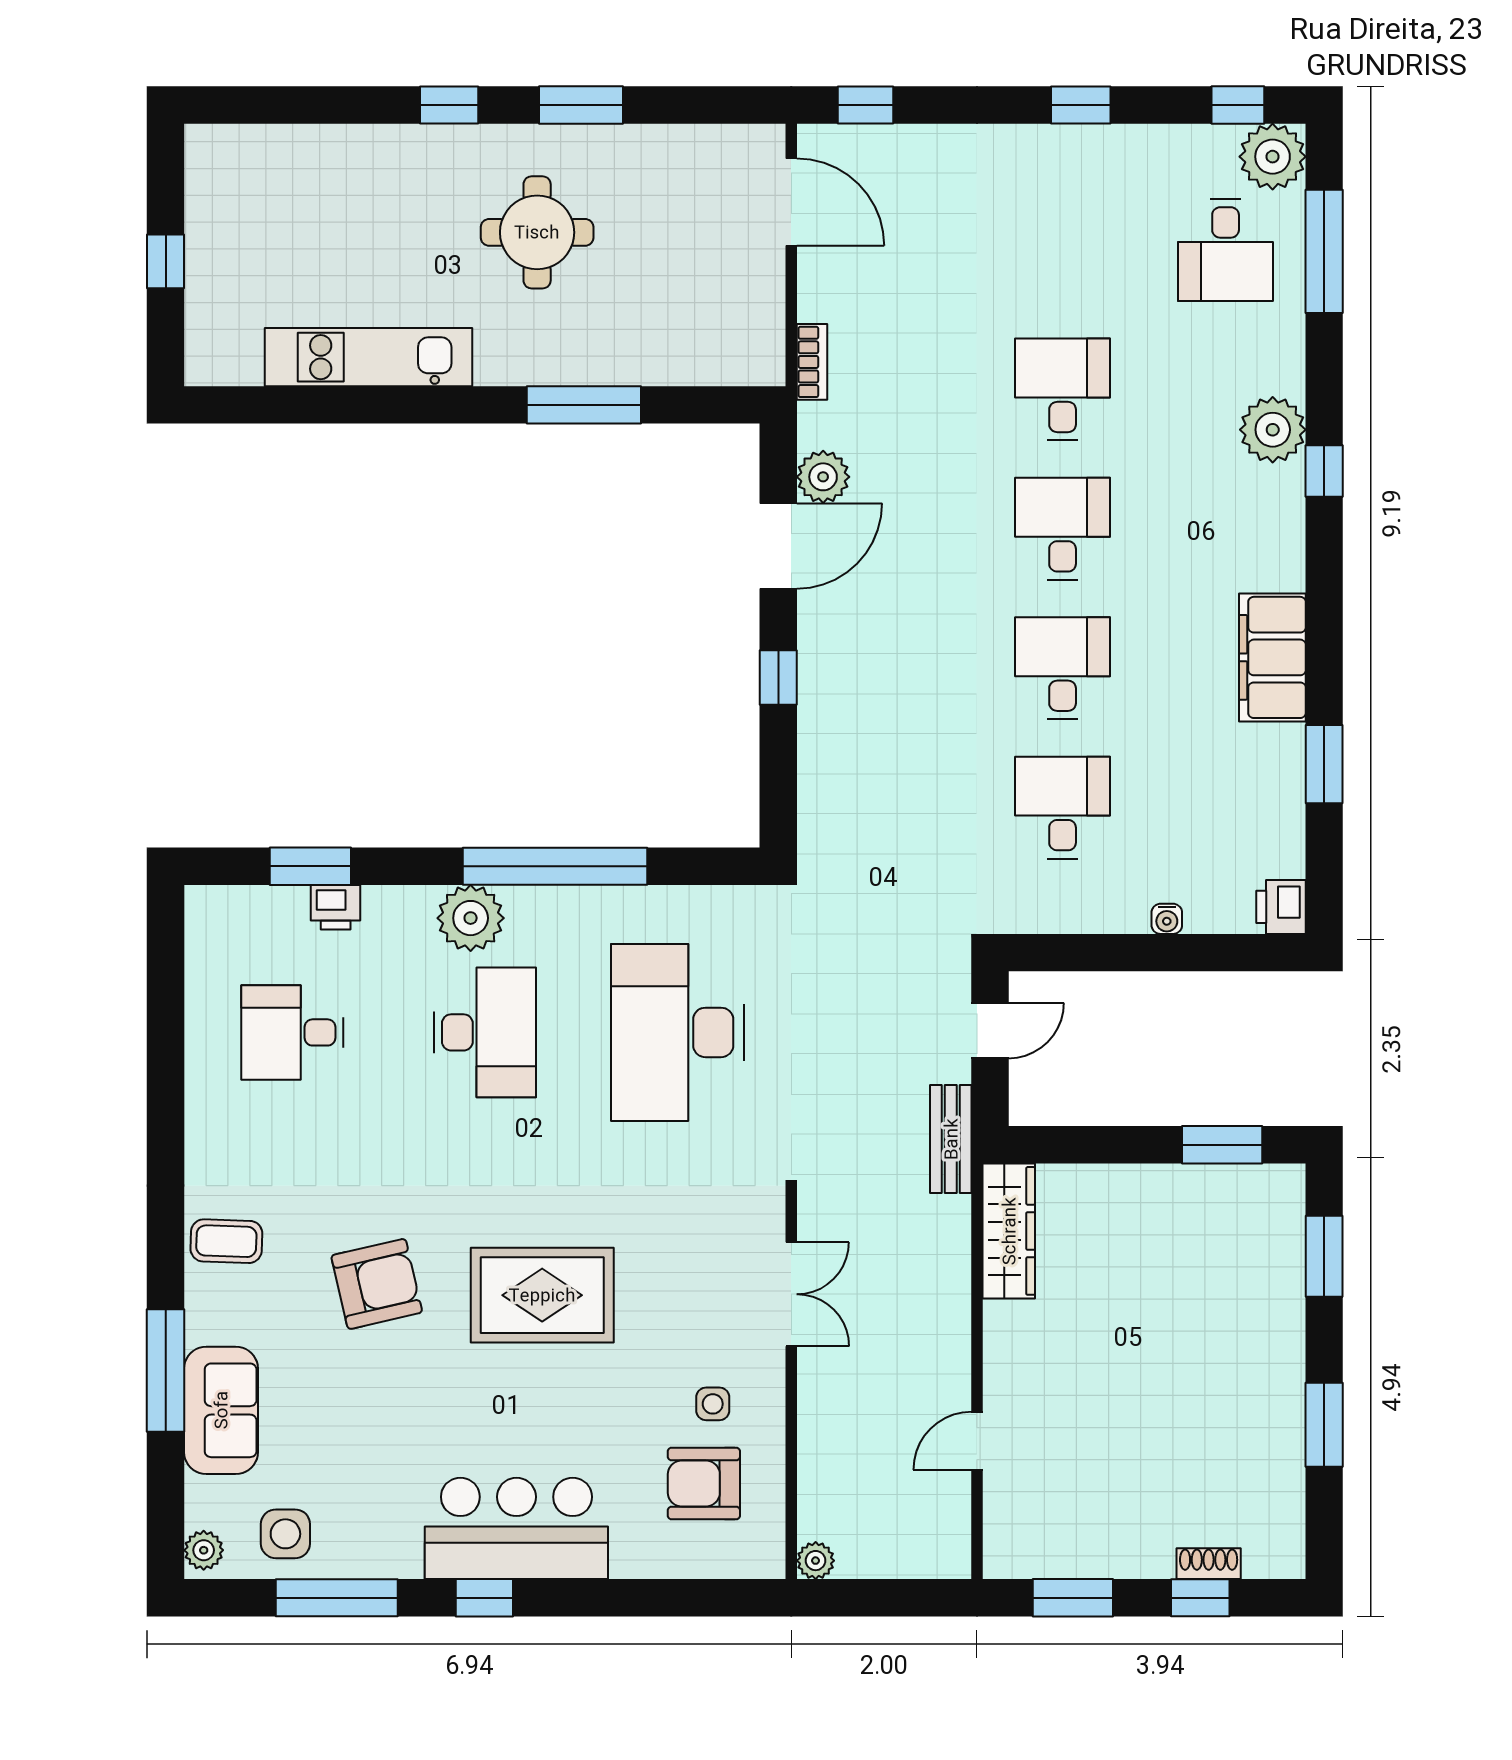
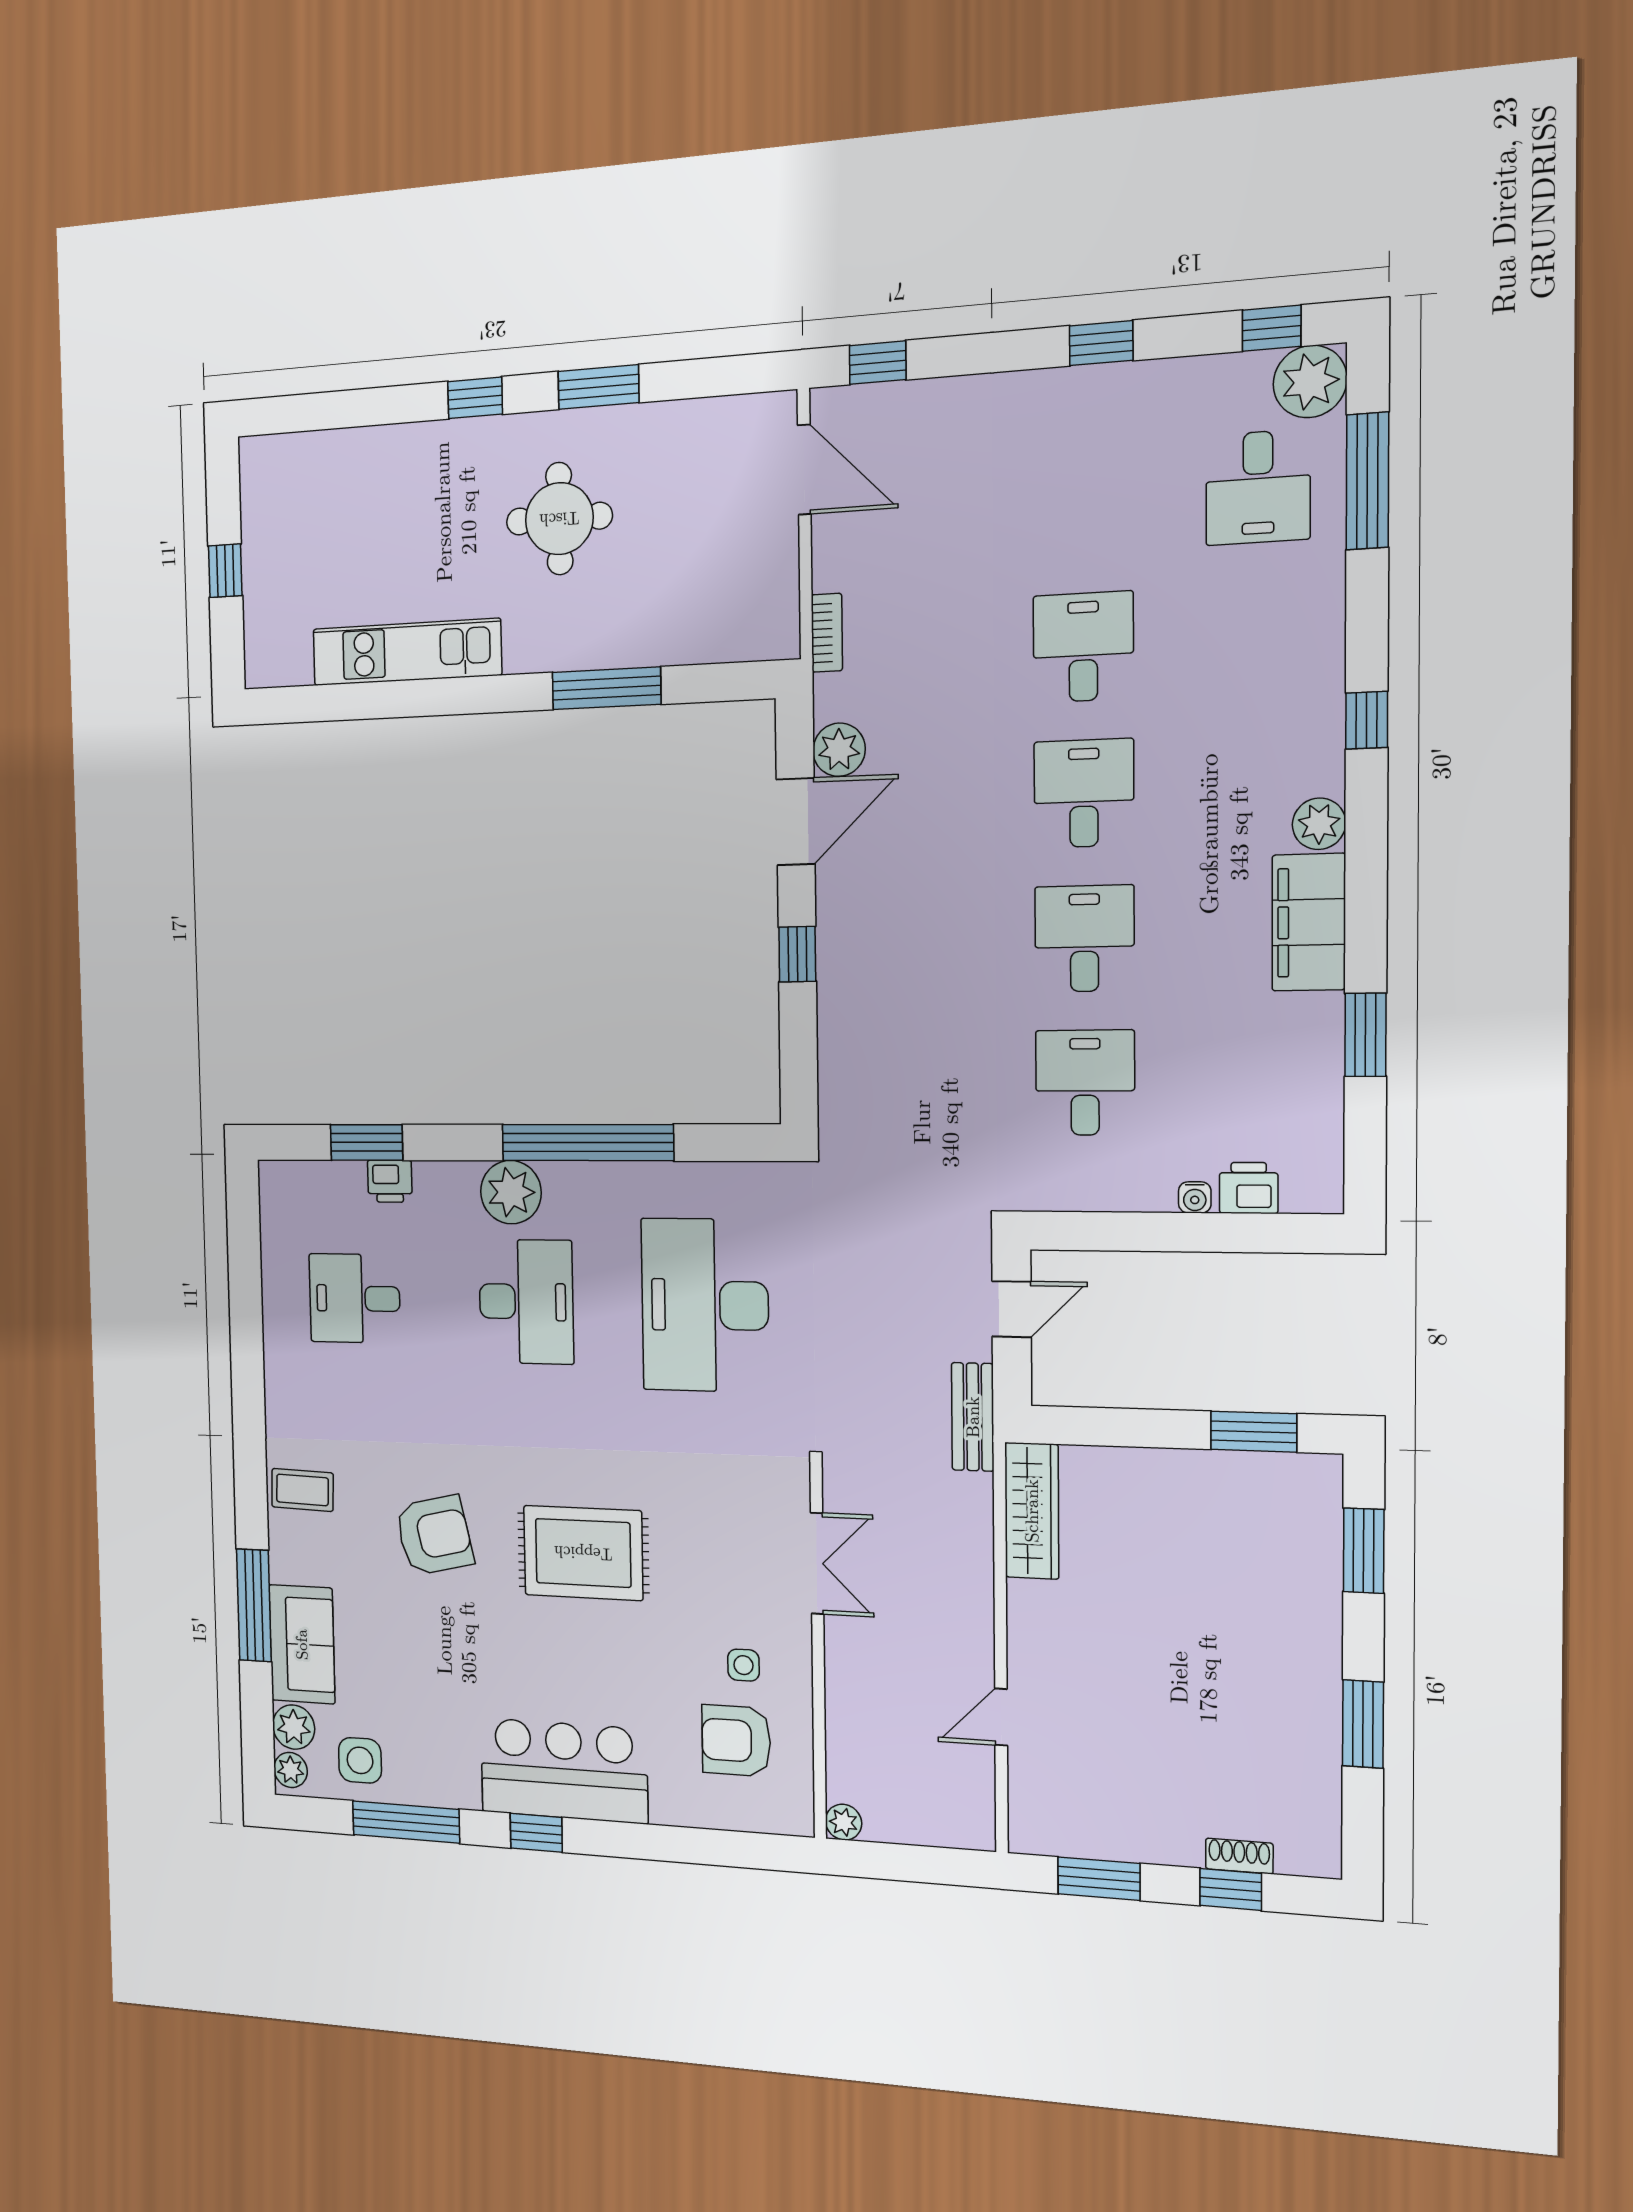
plant: (1273, 430) -> (1319, 824), moved, width x0.73, depth x0.73
printer: (1281, 907) -> (1249, 1188), moved, turned 90
plant: (209, 1502) -> (294, 1727), added

